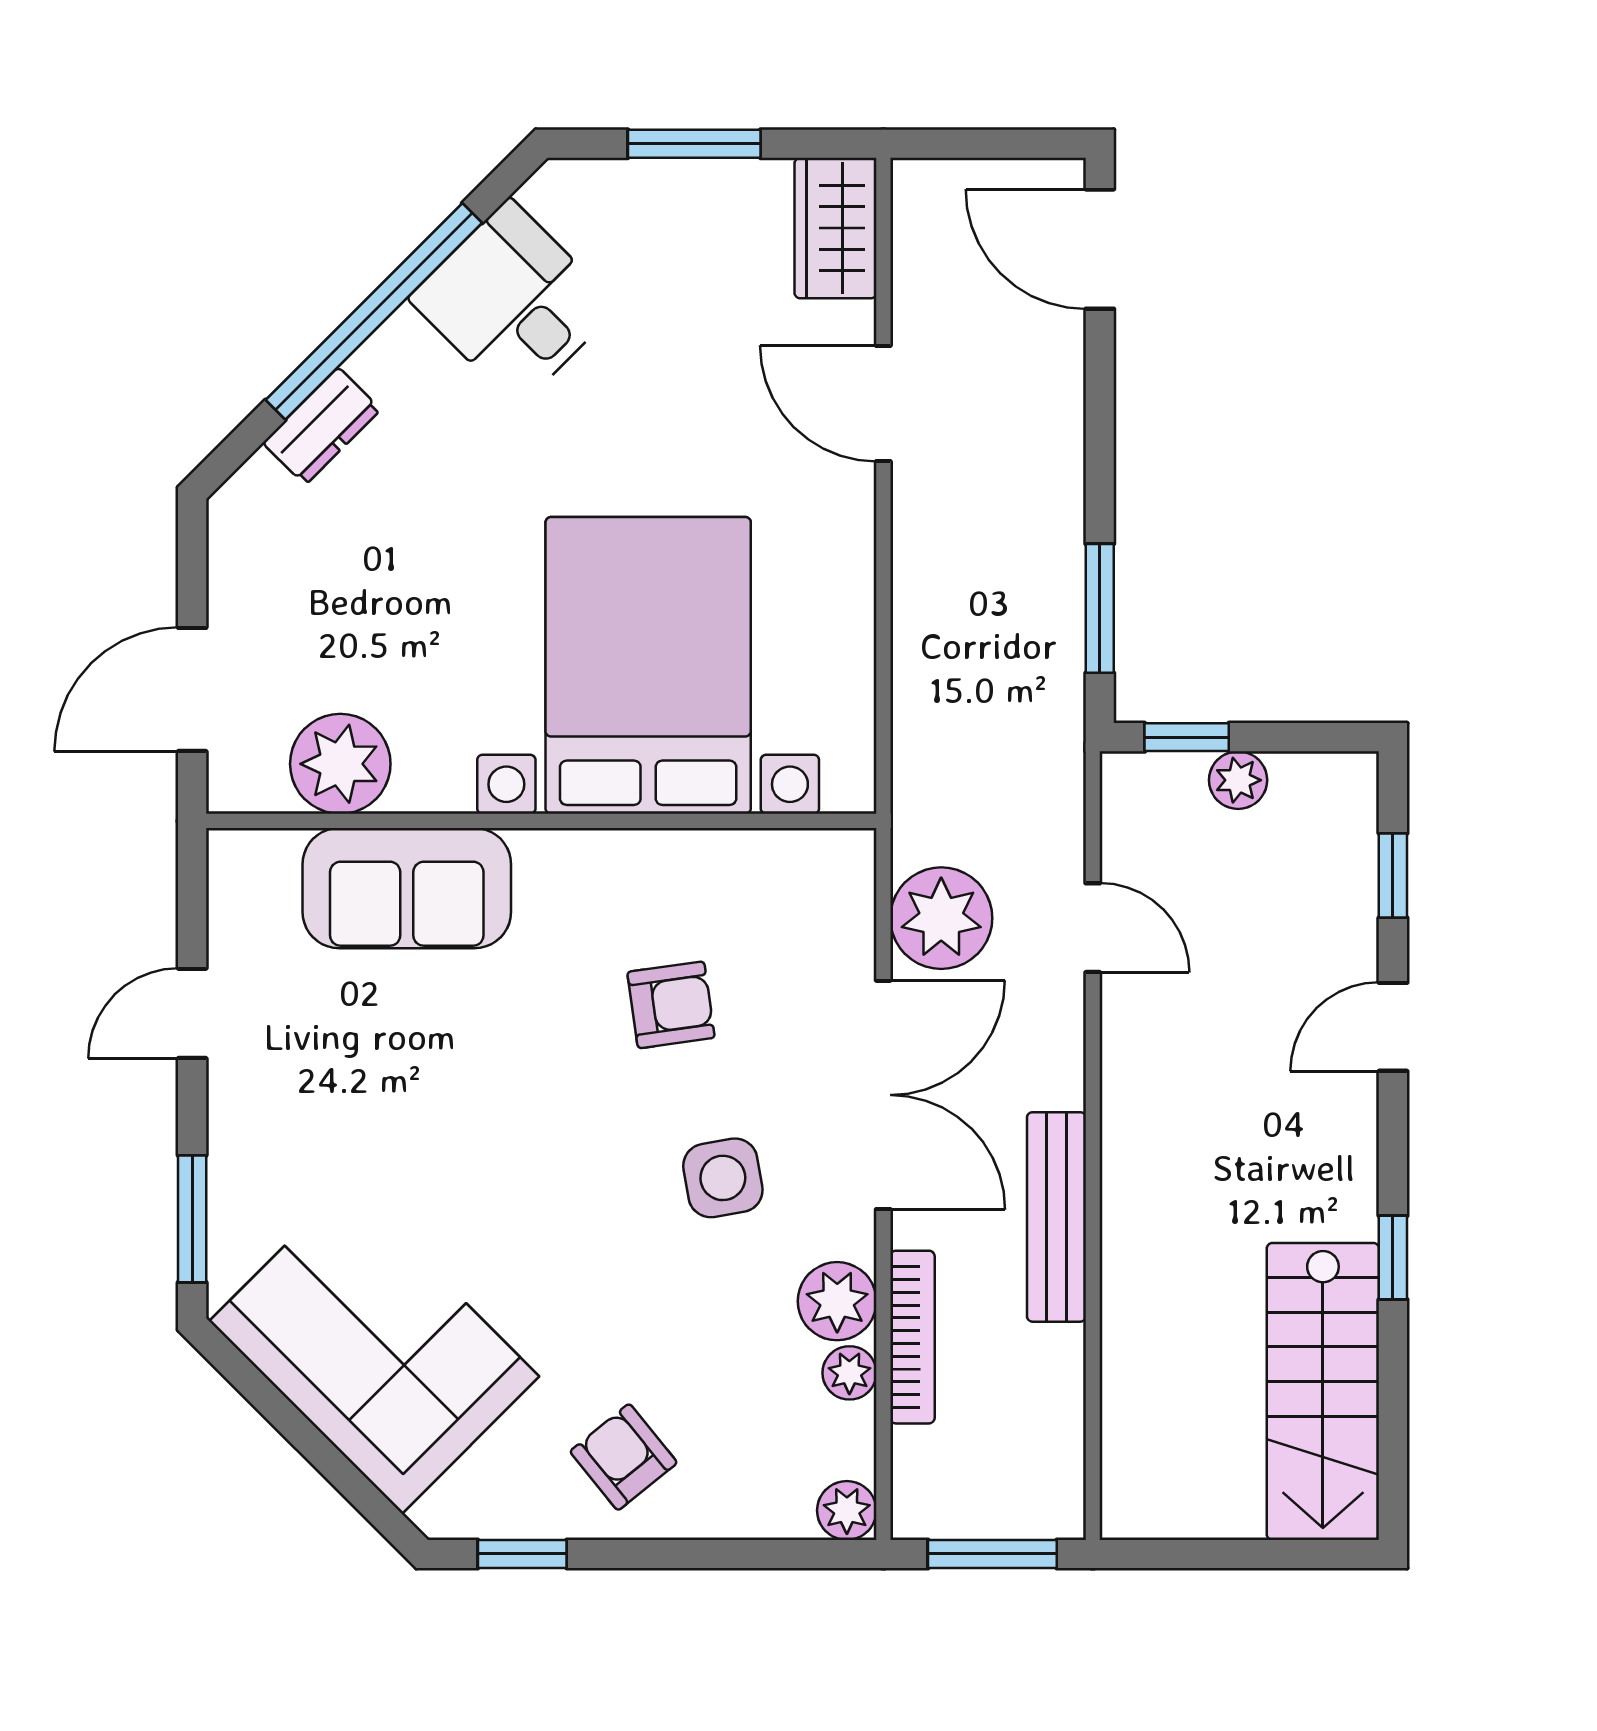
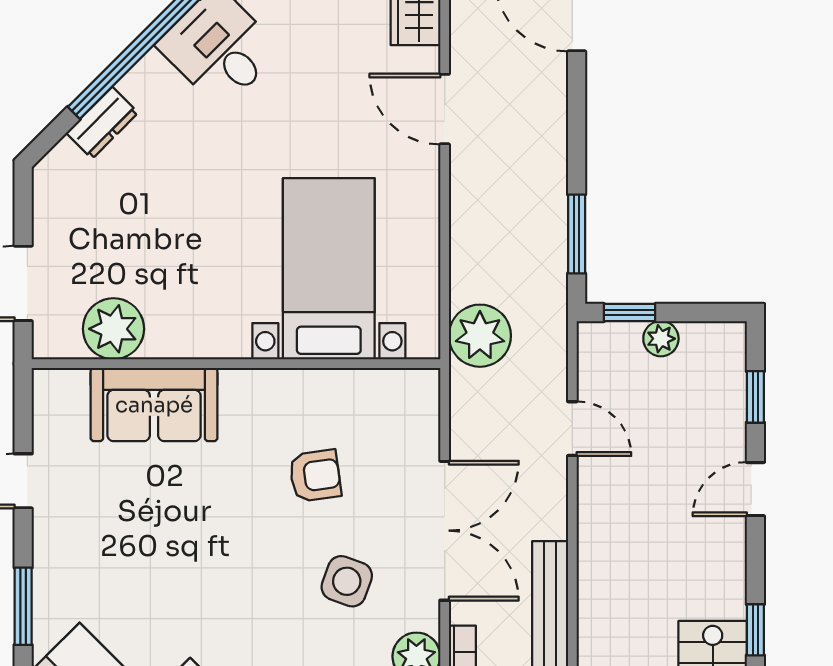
bed with nightstands: (648, 665) -> (329, 269), width x0.73
plant: (941, 918) -> (480, 336), moved
side table: (723, 1178) -> (347, 581), turned 30

